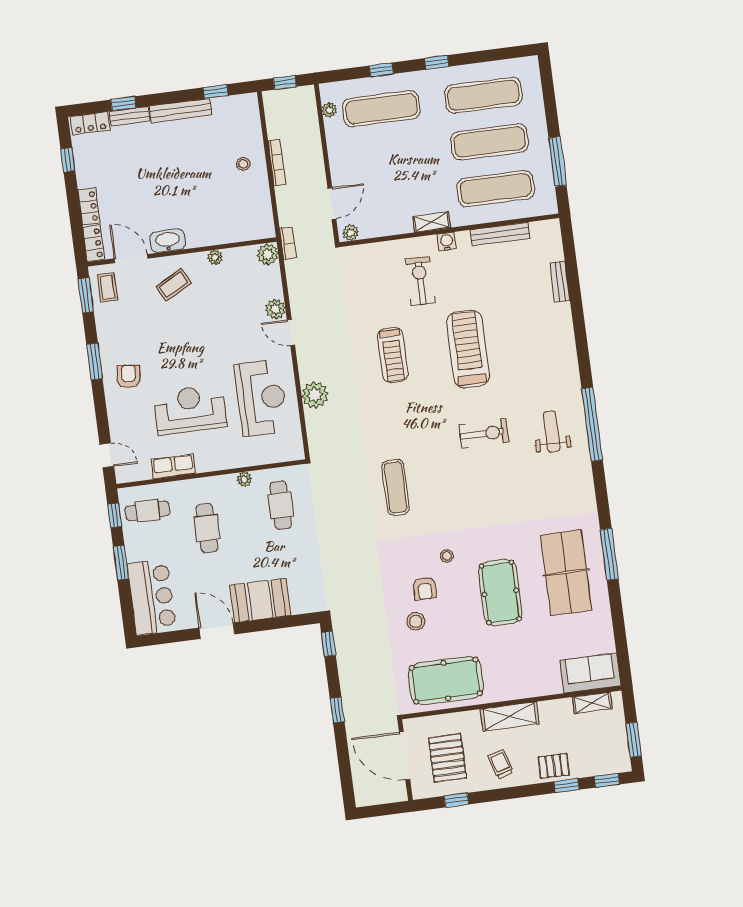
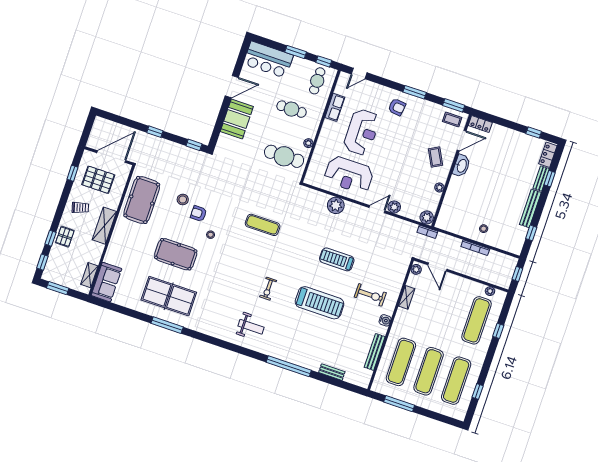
window: (437, 62) -> (478, 391), moved
locker: (89, 207) -> (502, 131), removed
shelving: (432, 222) -> (407, 297), moved
window: (592, 424) -> (289, 366), moved
exercise bike: (484, 434) -> (268, 289), width x0.73, depth x0.72
cafe table: (281, 505) -> (284, 156), width x1.37, depth x1.35

